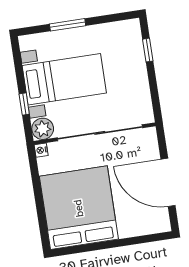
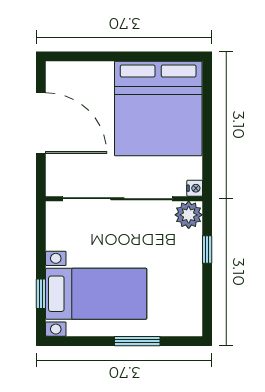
bed with nightstands: (64, 79) -> (96, 294), moved, turned 180

